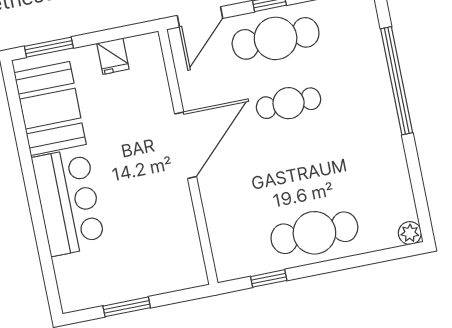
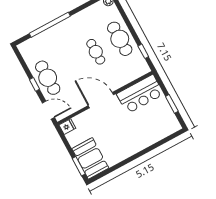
fridge: (113, 56) -> (67, 127), moved
cafe table: (289, 103) -> (96, 52), moved
booth: (50, 109) -> (90, 158), moved, turned 90
bar counter: (69, 202) -> (140, 94), moved, turned 180

